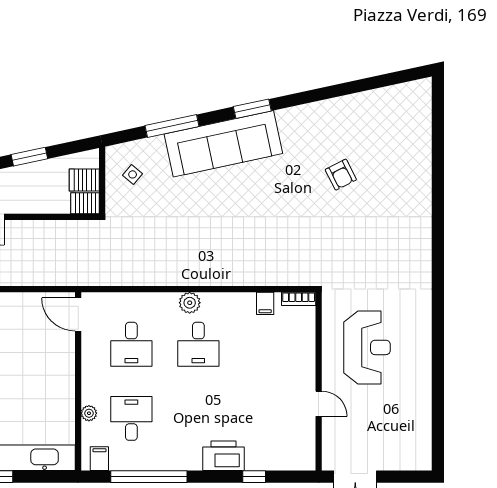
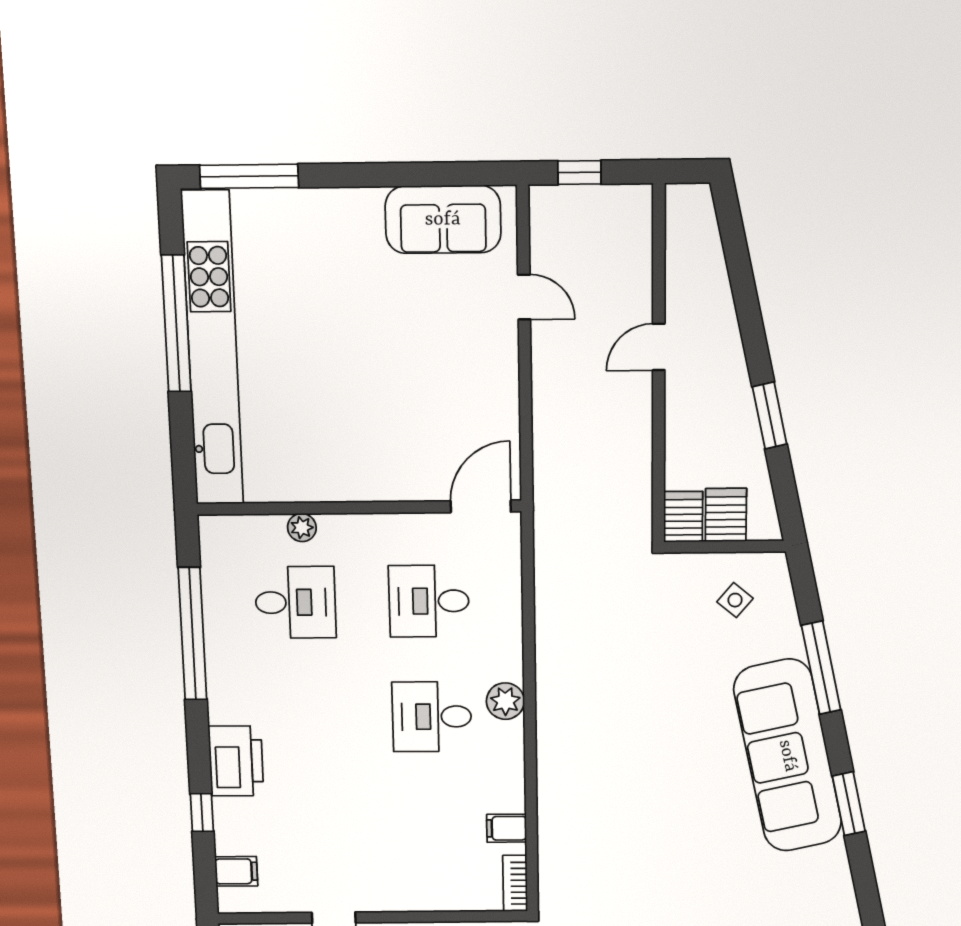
filing cabinet: (99, 459) -> (236, 871), moved

